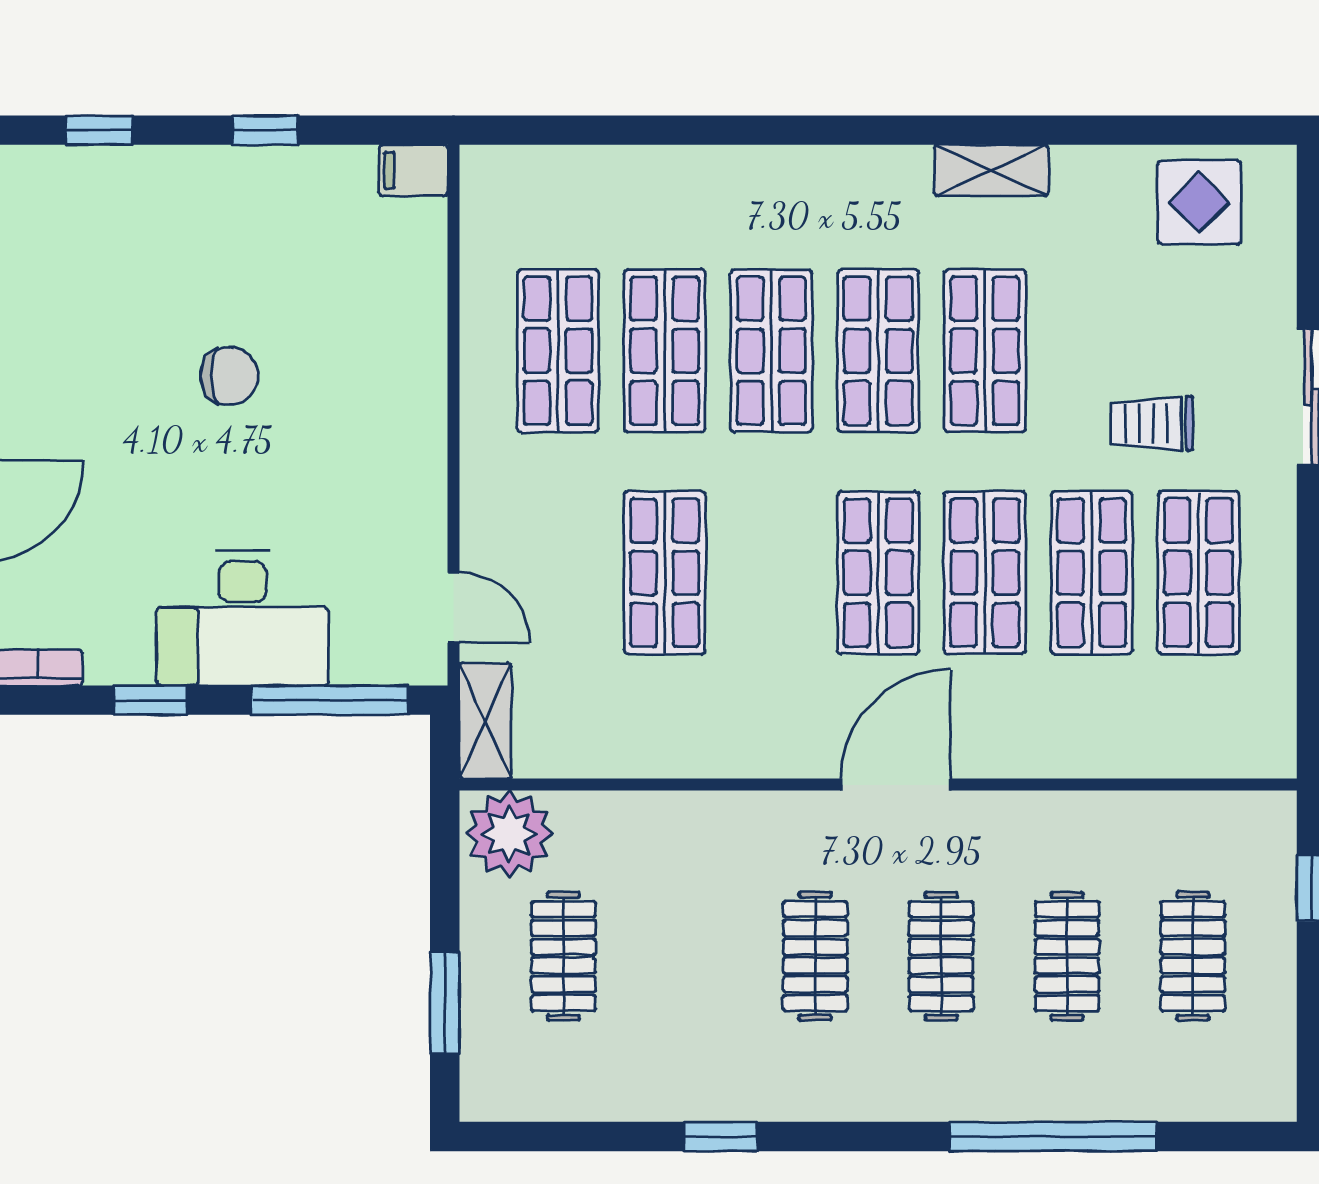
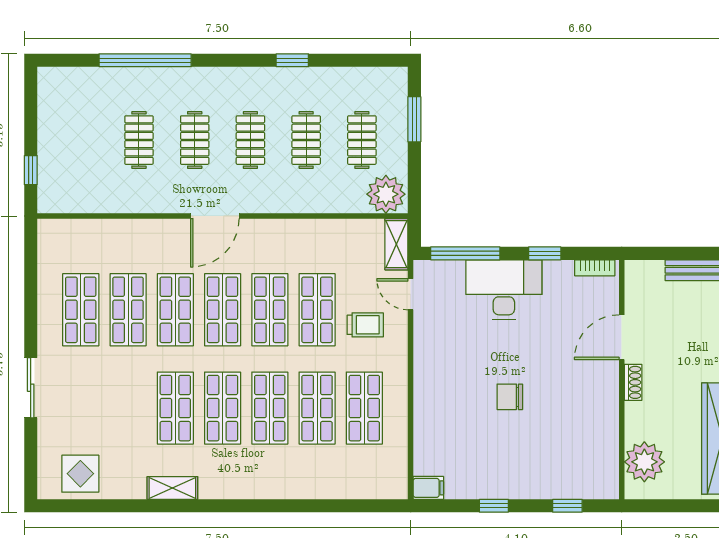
trolley: (1152, 423) -> (365, 325), moved
shop shelf: (771, 573) -> (270, 310), added
clothes rail: (1193, 956) -> (306, 140), moved

